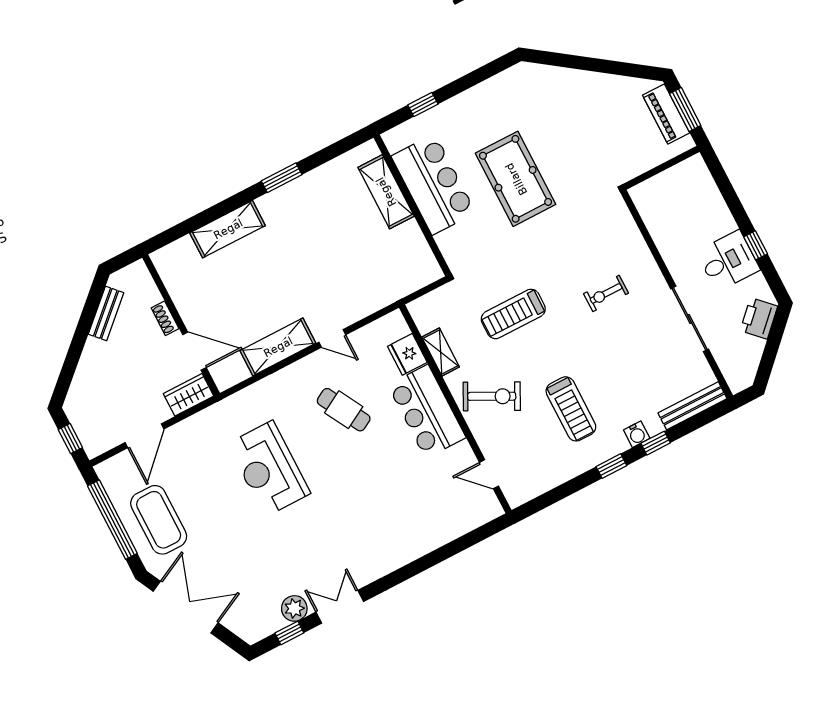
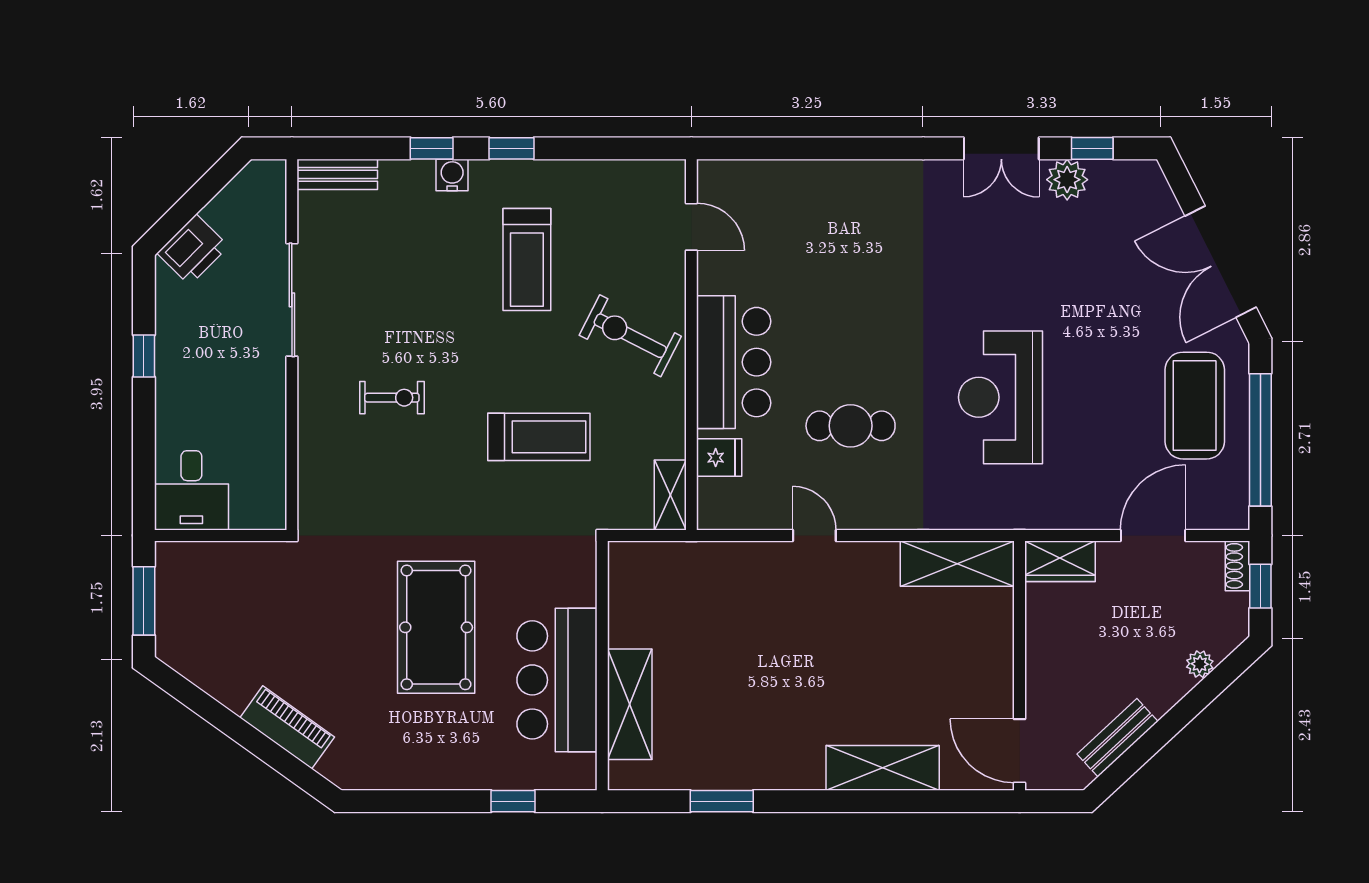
piano: (666, 114) -> (287, 727), moved, turned -54
window: (282, 178) -> (722, 801), moved
desk: (728, 261) -> (191, 490), moved, turned -90
shoe rack: (165, 318) -> (1237, 566), moved, turned 180
shelving: (278, 347) -> (957, 564), moved
door: (194, 351) -> (1020, 751), moved
shelving: (441, 352) -> (670, 495), moved
fridge: (407, 354) -> (719, 458), width x0.72
plant: (82, 378) -> (1200, 664), added
bench: (692, 406) -> (337, 174), width x0.73
treadmill: (571, 409) -> (527, 259), turned 180
cafe table: (344, 410) -> (851, 426), turned -61
reception desk: (269, 469) -> (1000, 397), turned 180

